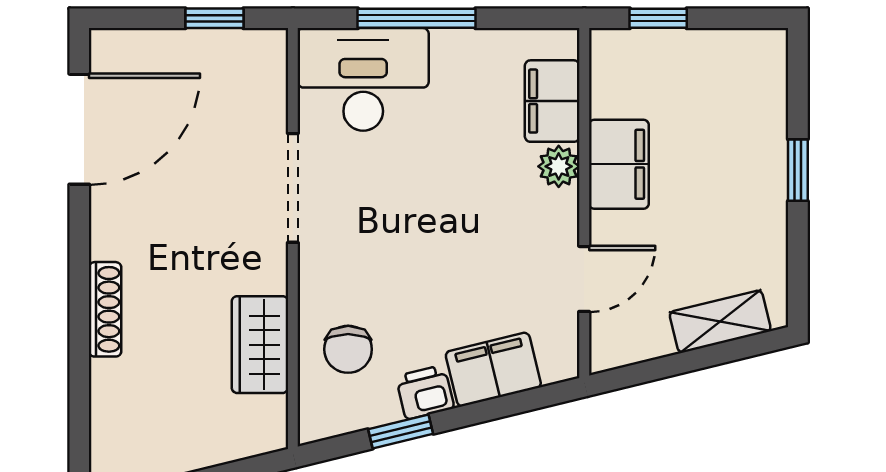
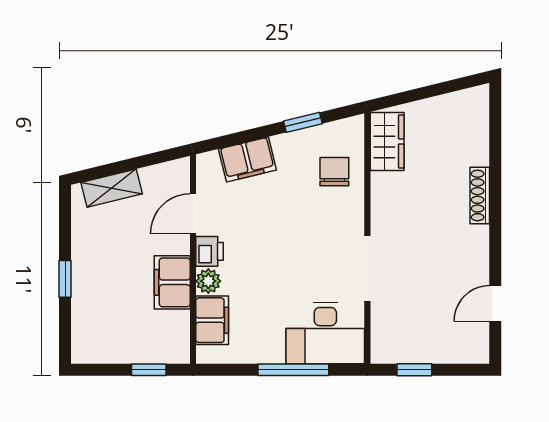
door: (79, 129) -> (495, 303), width x0.53
wardrobe: (260, 345) -> (387, 142), moved
printer: (425, 392) -> (209, 251), moved, turned -76

